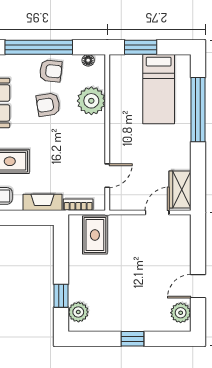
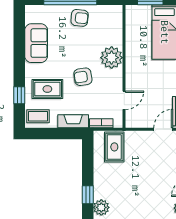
floor lamp: (88, 60) -> (109, 10), removed
plant: (91, 101) -> (112, 58), moved
armchair: (48, 105) -> (83, 77), moved

